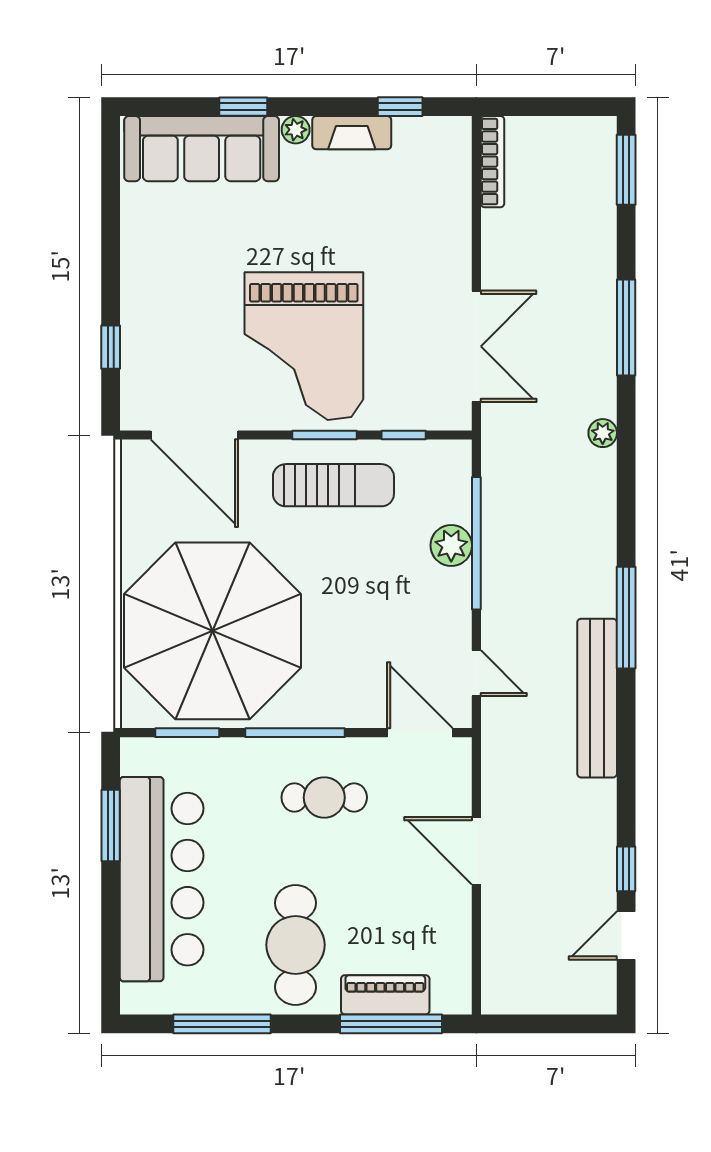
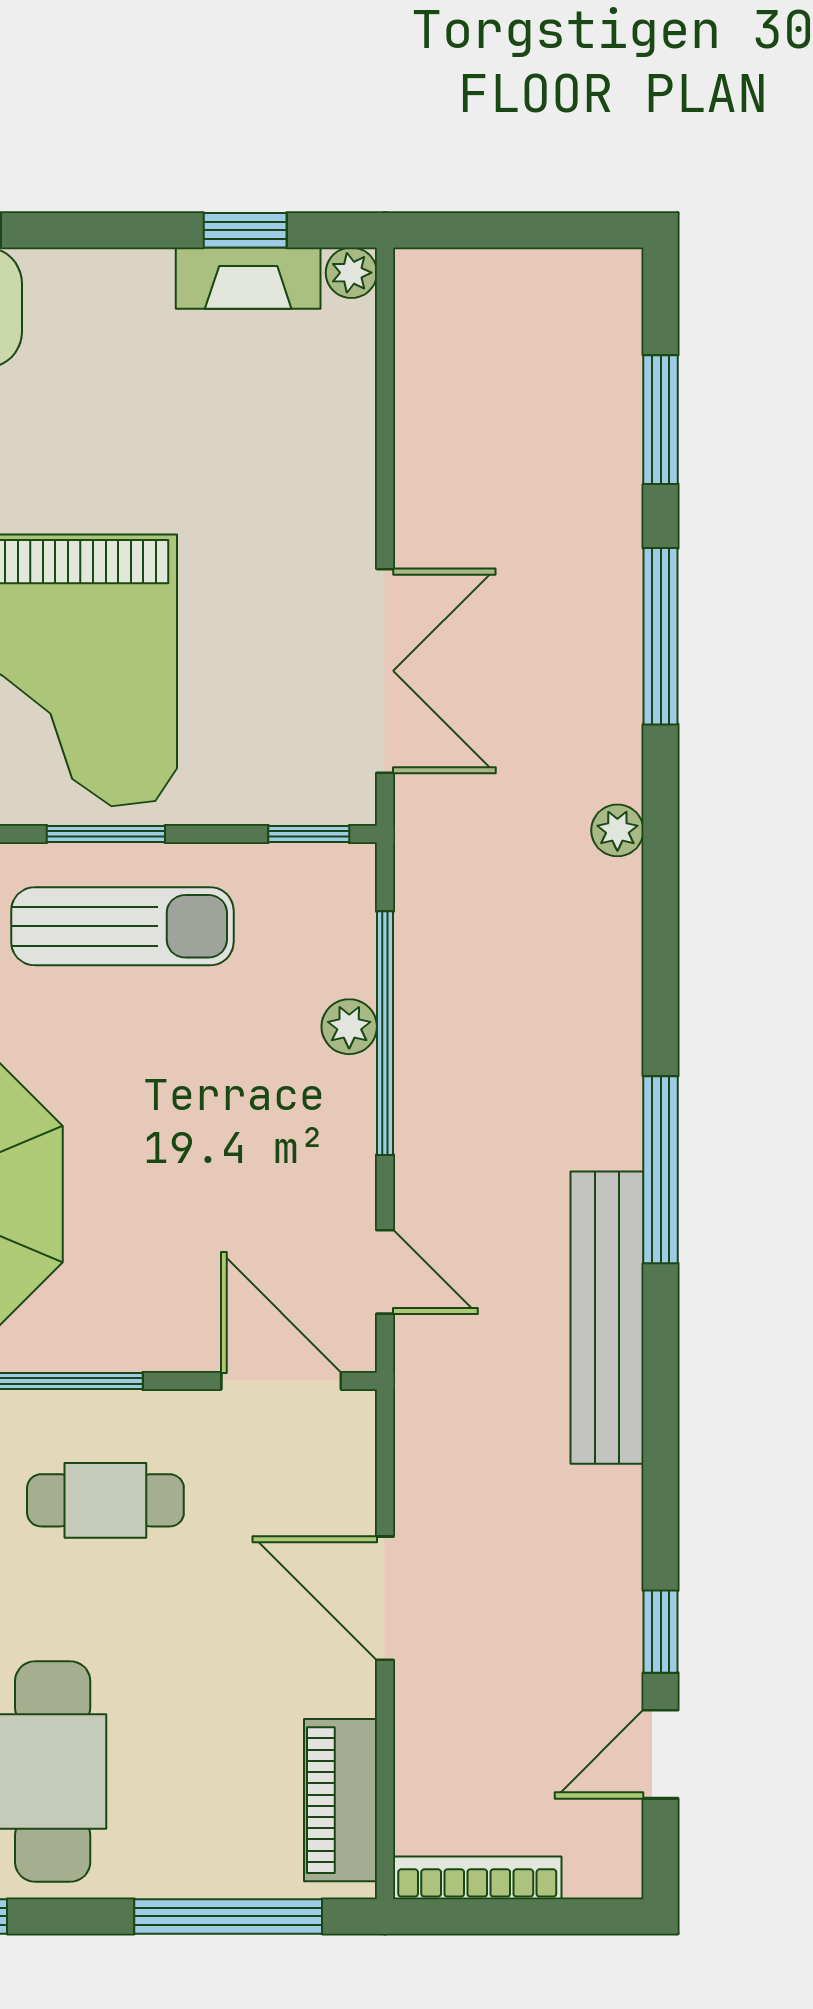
plant: (296, 130) -> (351, 273), moved
fireplace: (352, 133) -> (248, 278), moved
bookcase: (492, 162) -> (477, 1878), moved, turned -90
window: (626, 170) -> (661, 420), moved
window: (404, 435) -> (309, 834), moved
plant: (451, 545) -> (349, 1027), width x0.73, depth x0.73
piano: (385, 995) -> (340, 1800), moved, turned -90

